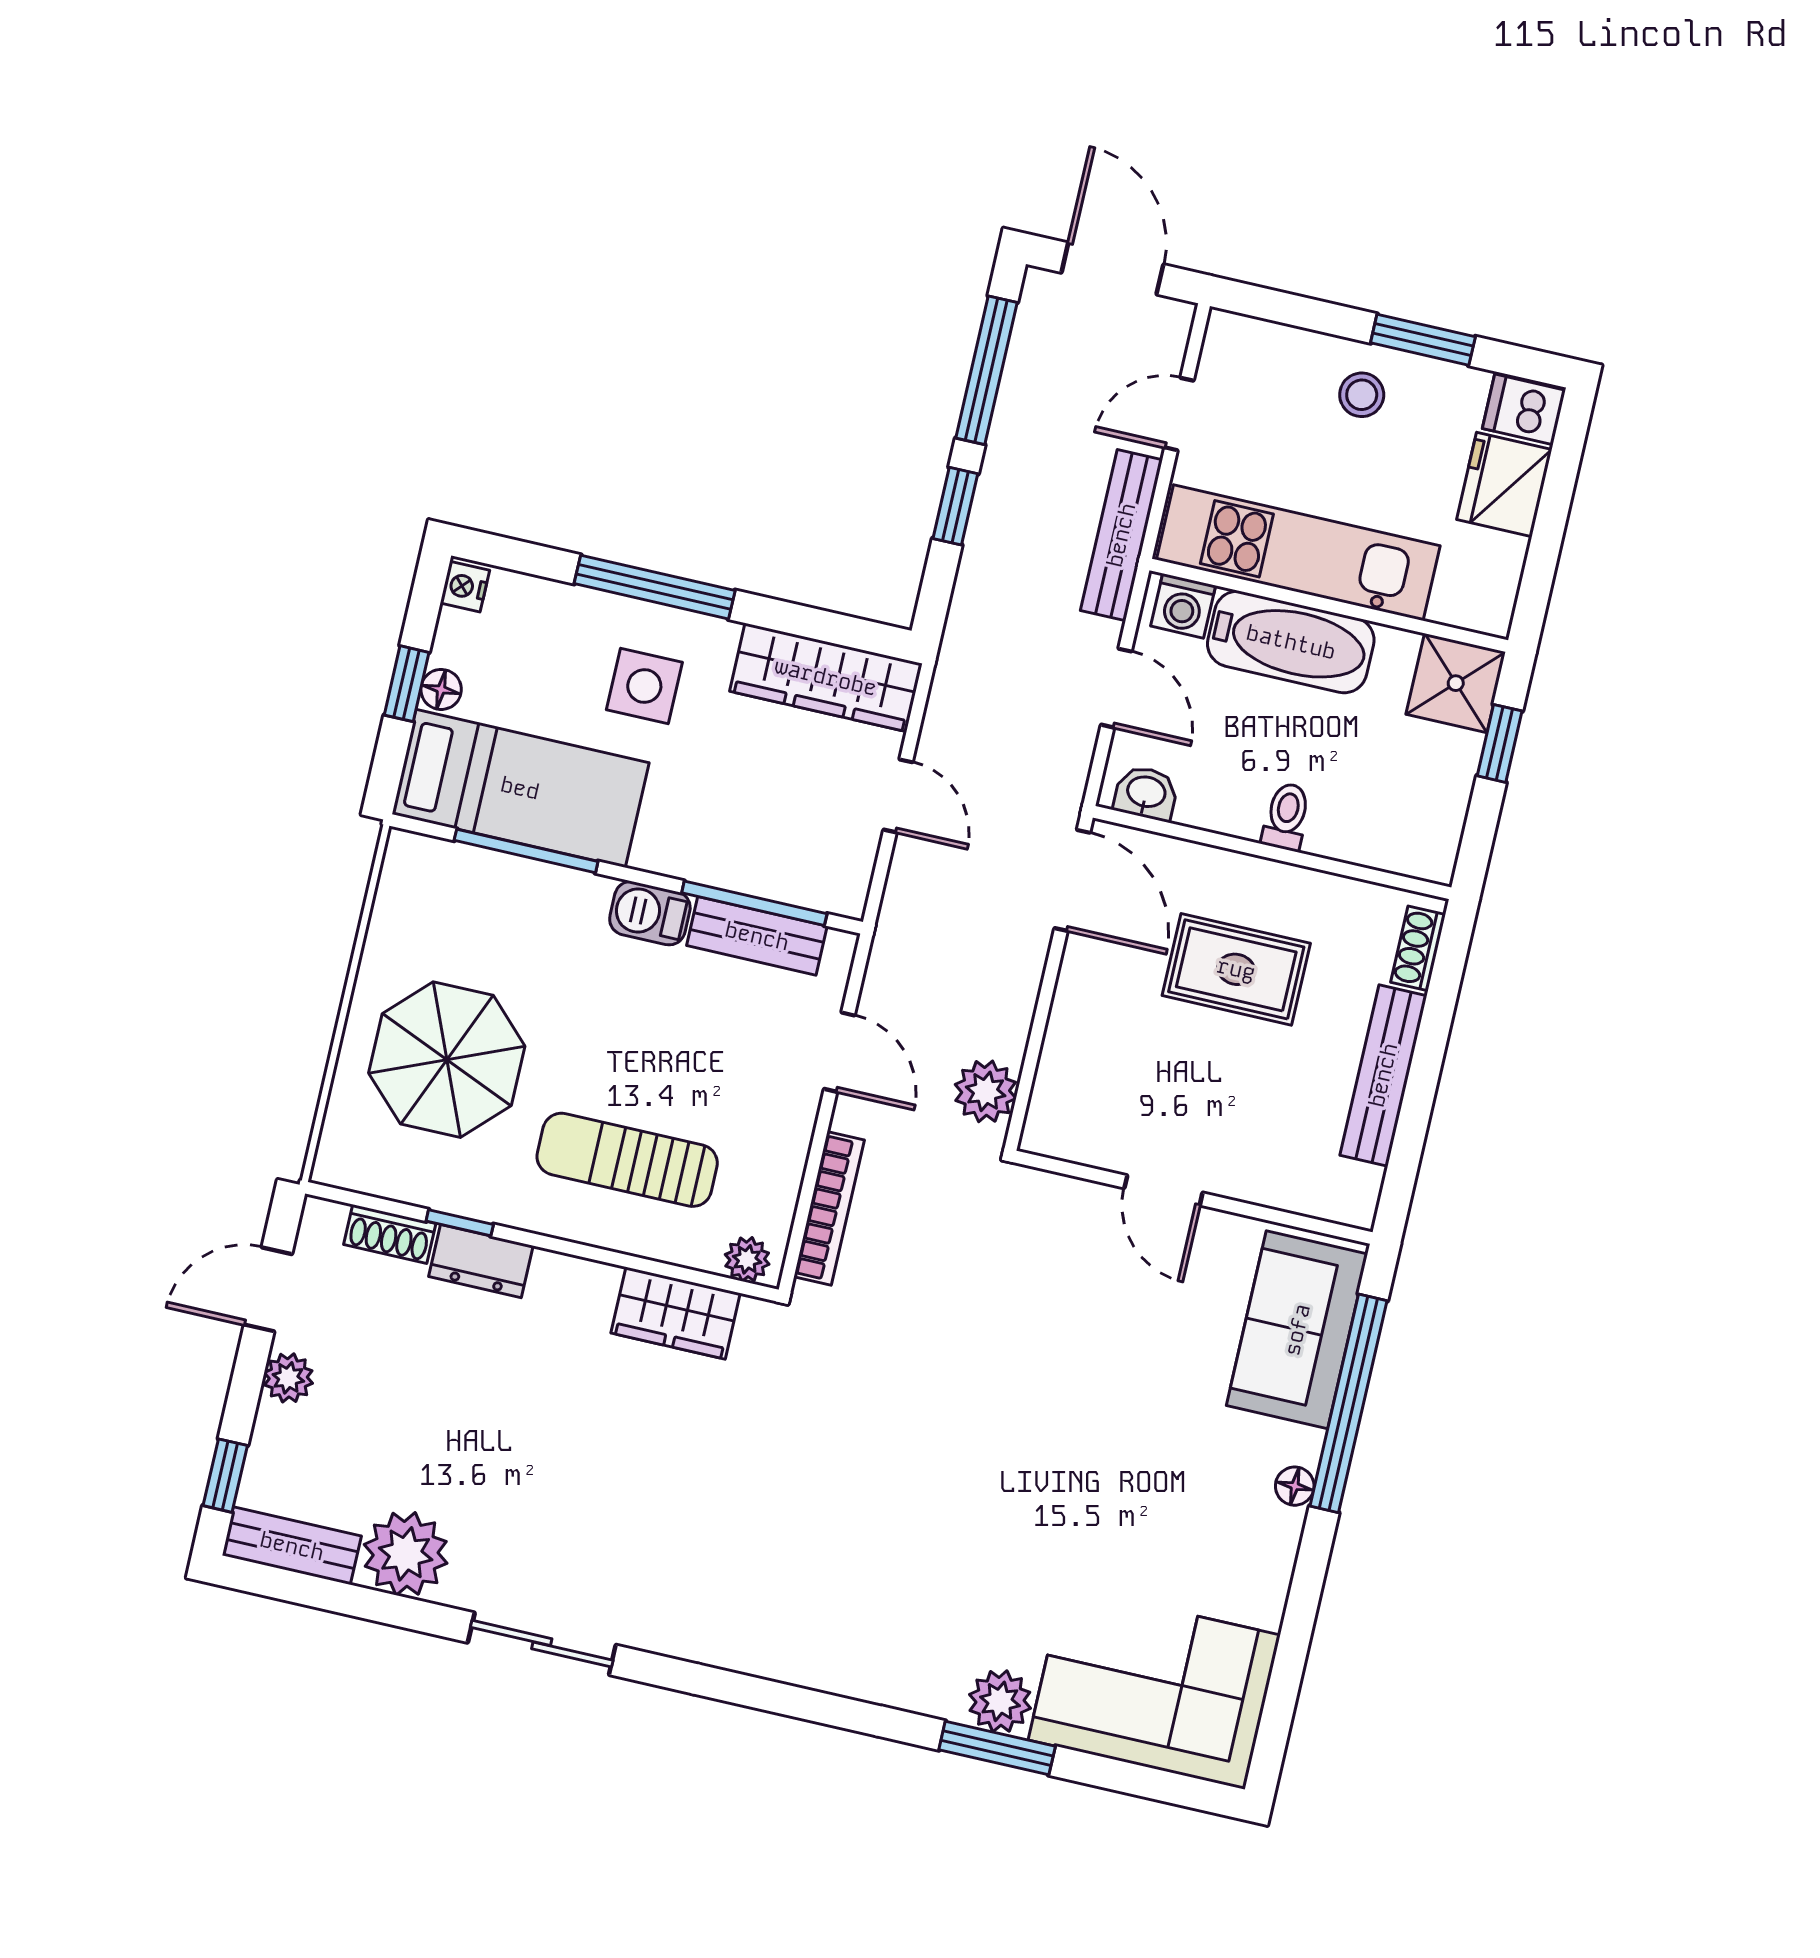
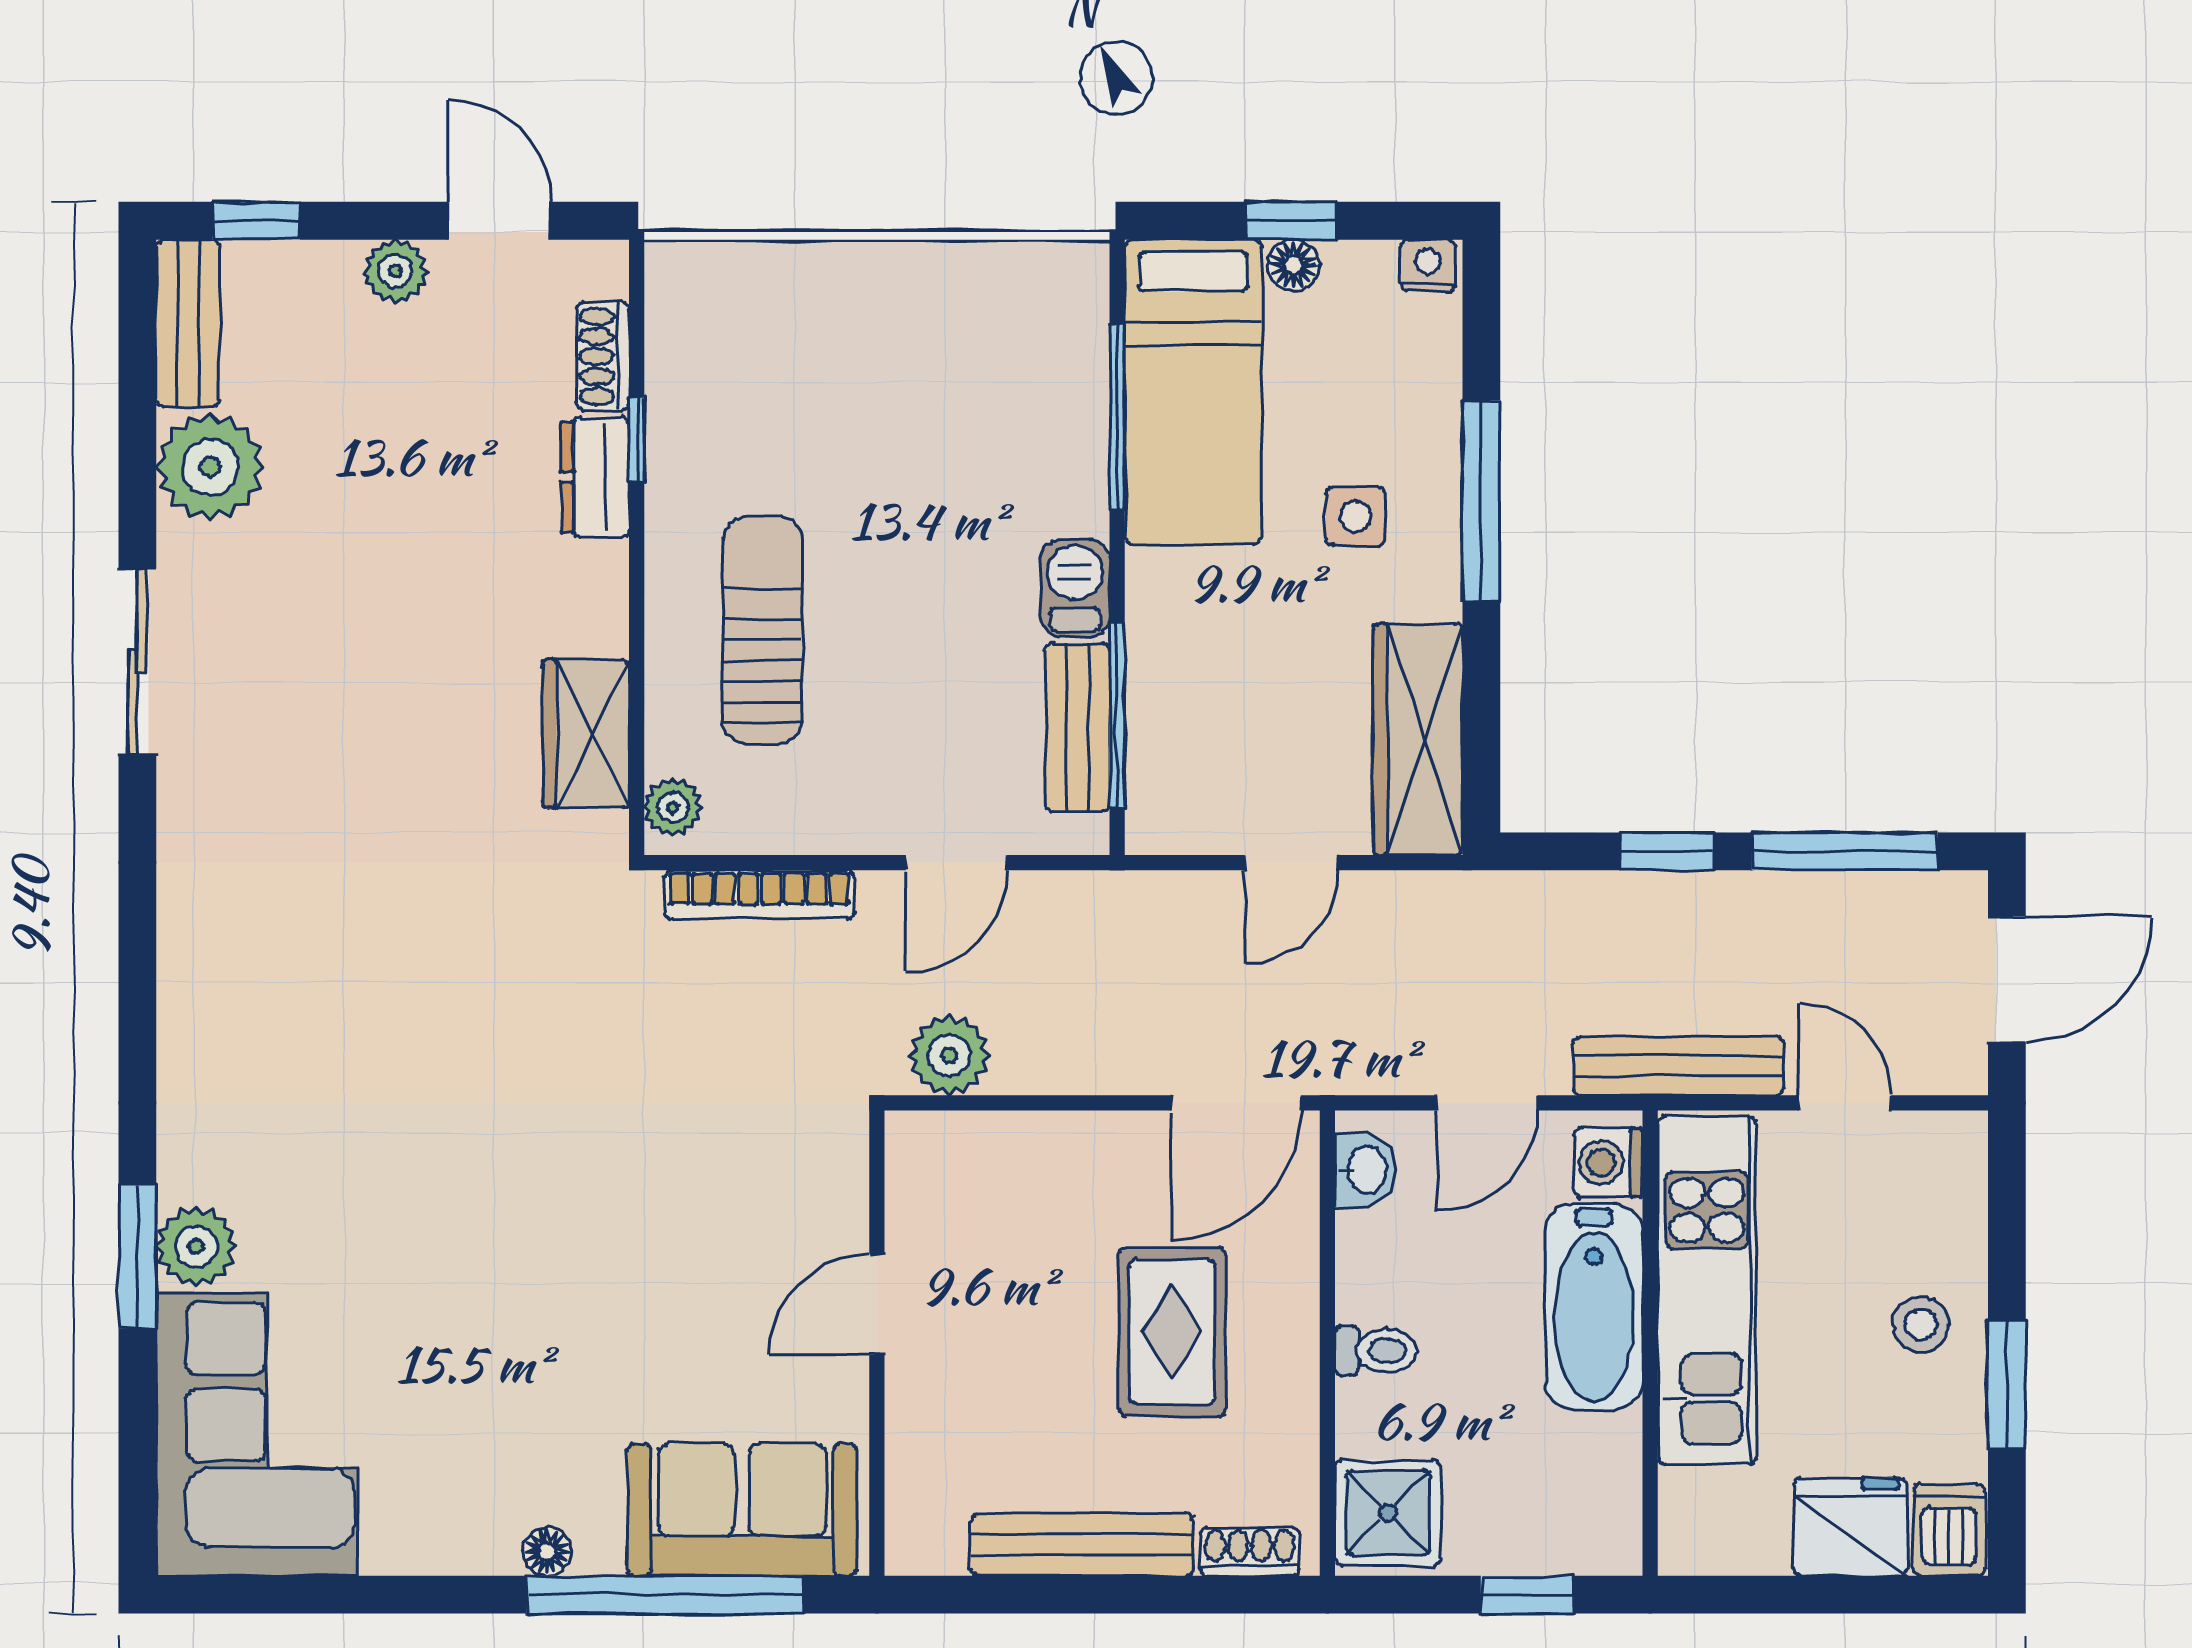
shower: (1456, 683) -> (1388, 1513), moved
side table: (644, 686) -> (1356, 517), width x0.73, depth x0.73
parasol: (447, 1060) -> (836, 378), removed

